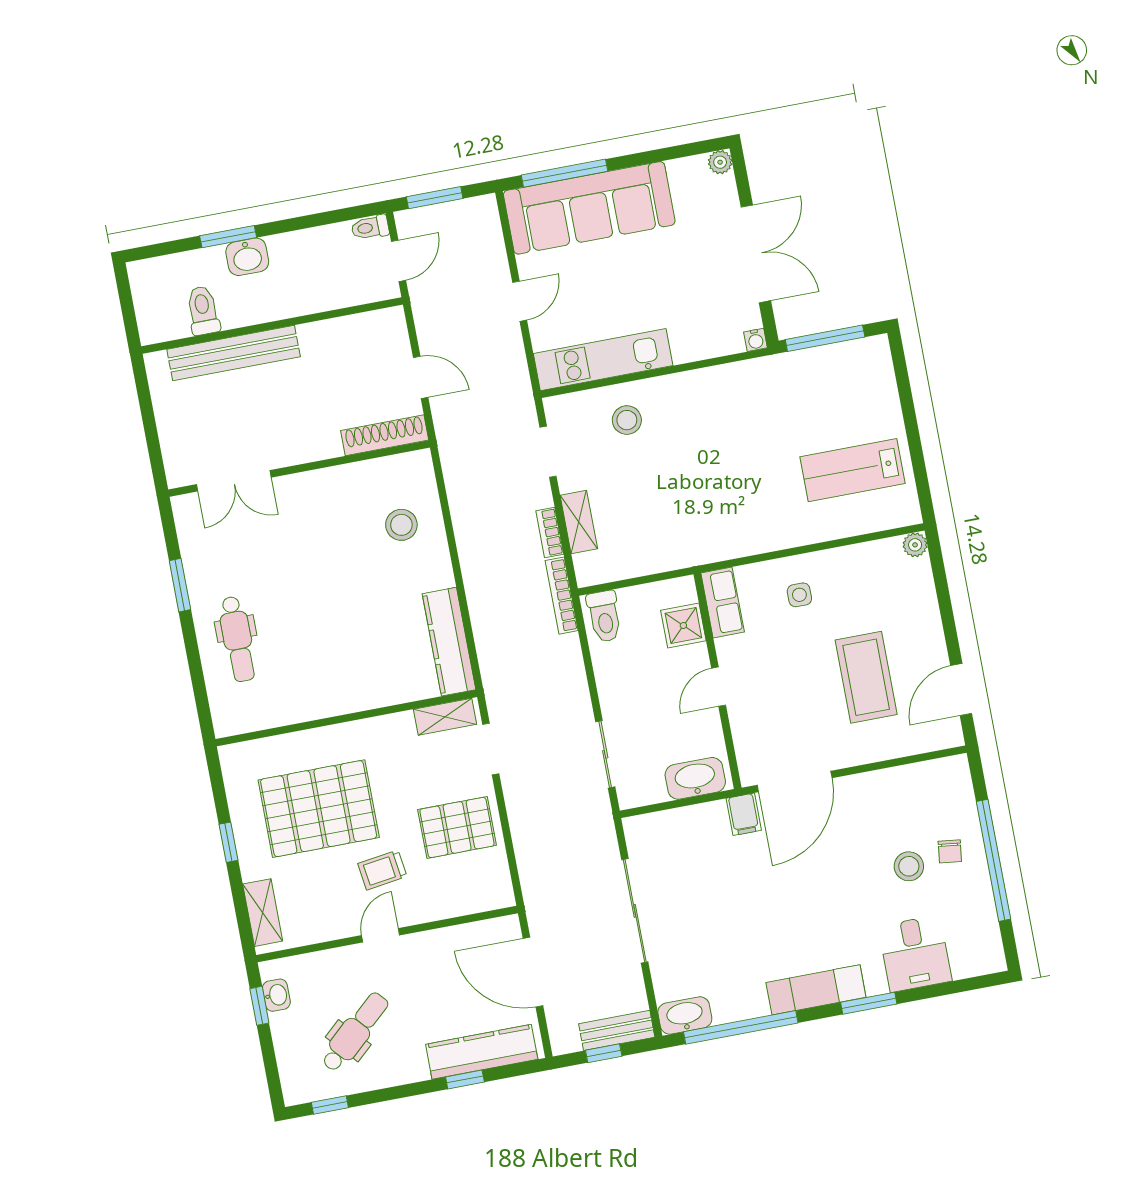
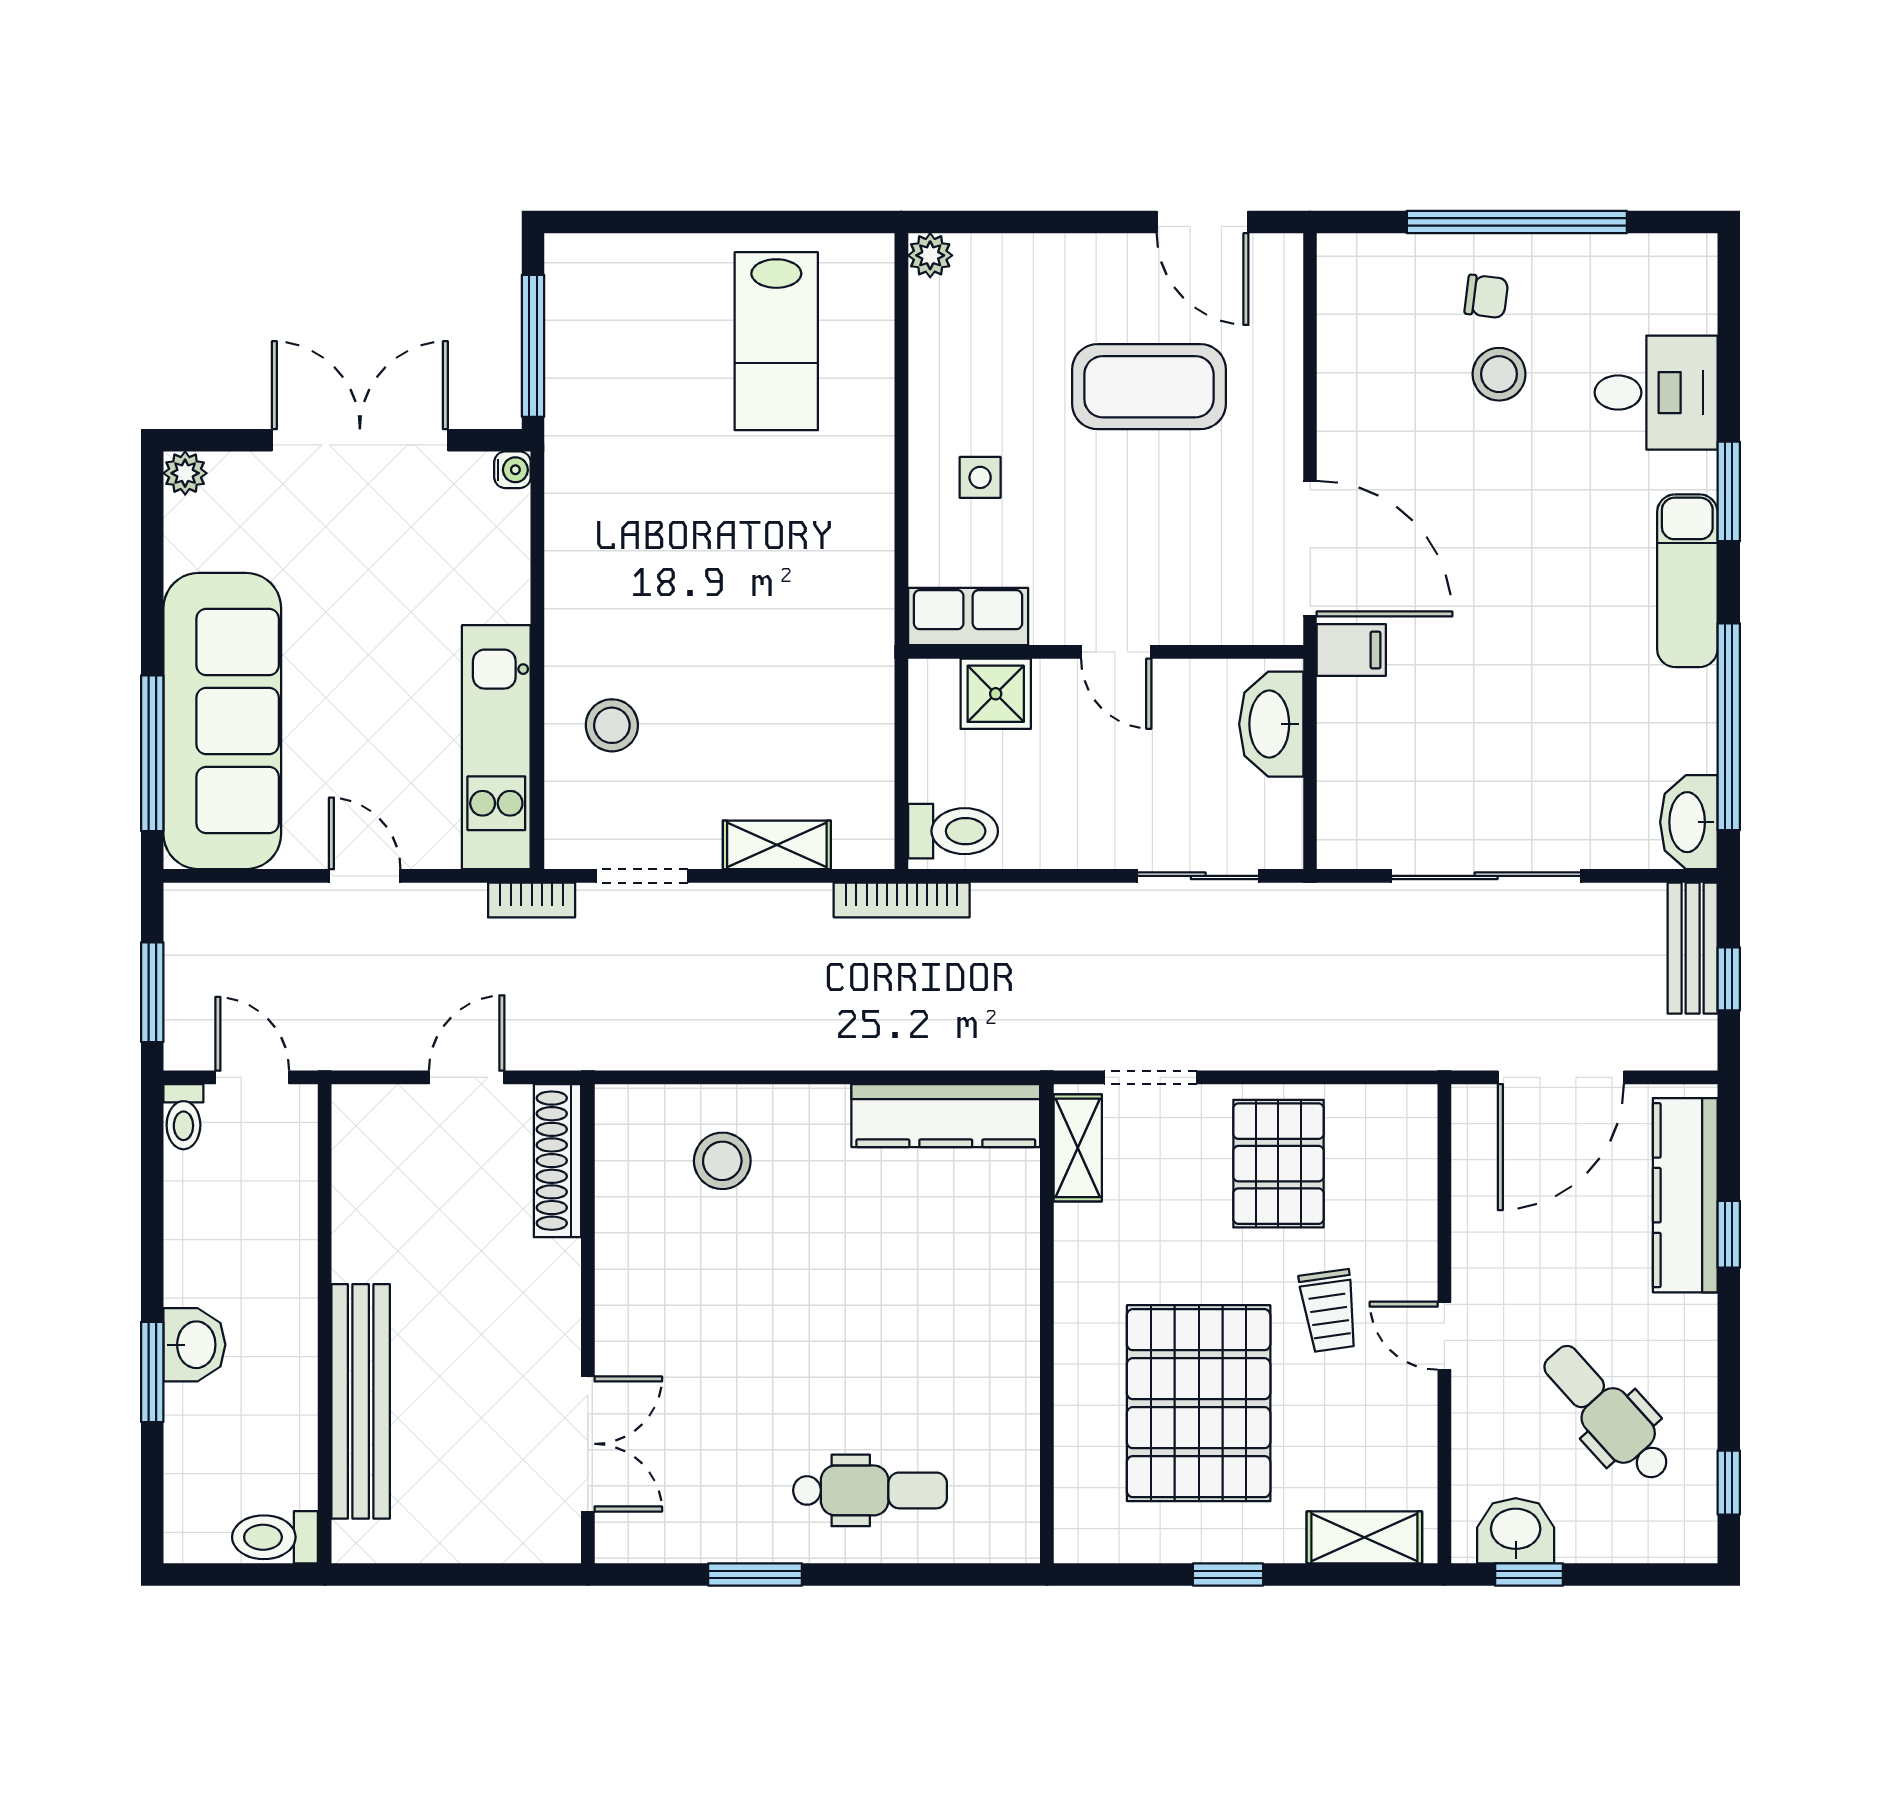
toilet: (203, 311) -> (275, 1537), moved
bookcase: (550, 533) -> (532, 900), moved
washbasin: (276, 995) -> (1516, 1531), width x1.38, depth x1.45

